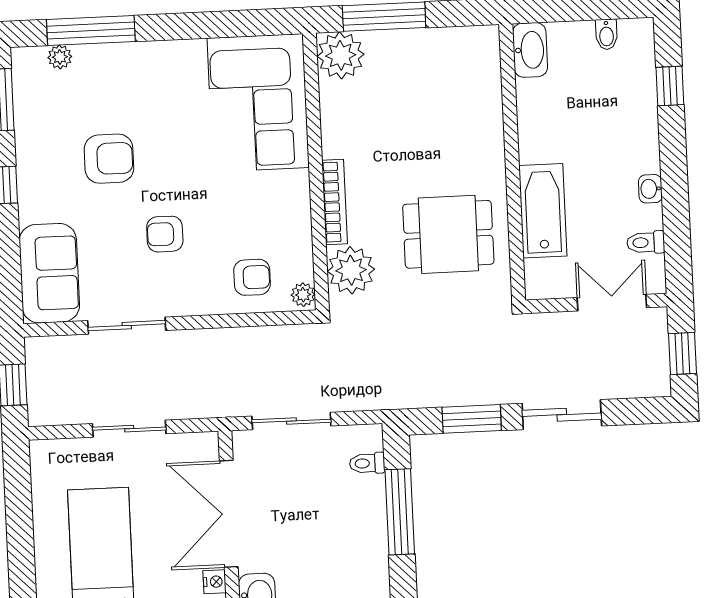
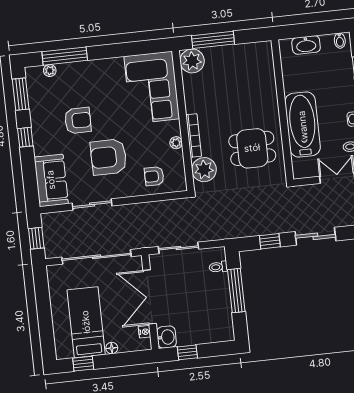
bidet: (606, 34) -> (340, 41), moved
washbasin: (530, 50) -> (306, 45), moved, turned 90
bathtub: (543, 211) -> (303, 125), width x1.36, depth x1.36
armchair: (165, 234) -> (109, 157), width x1.88, depth x1.88
armchair: (252, 277) -> (154, 176), turned 180
plant: (303, 295) -> (176, 143), moved
window: (472, 419) -> (270, 241), width x0.67
sliding door: (129, 429) -> (96, 257), width x1.86

